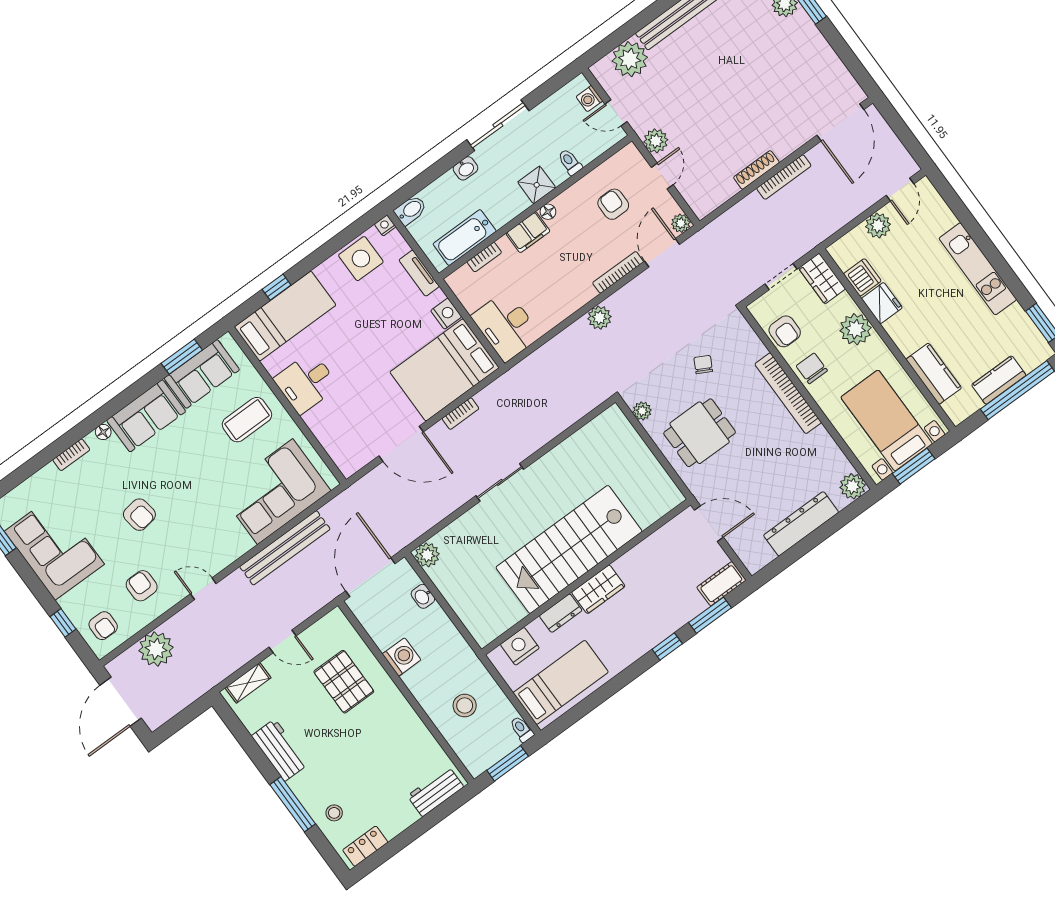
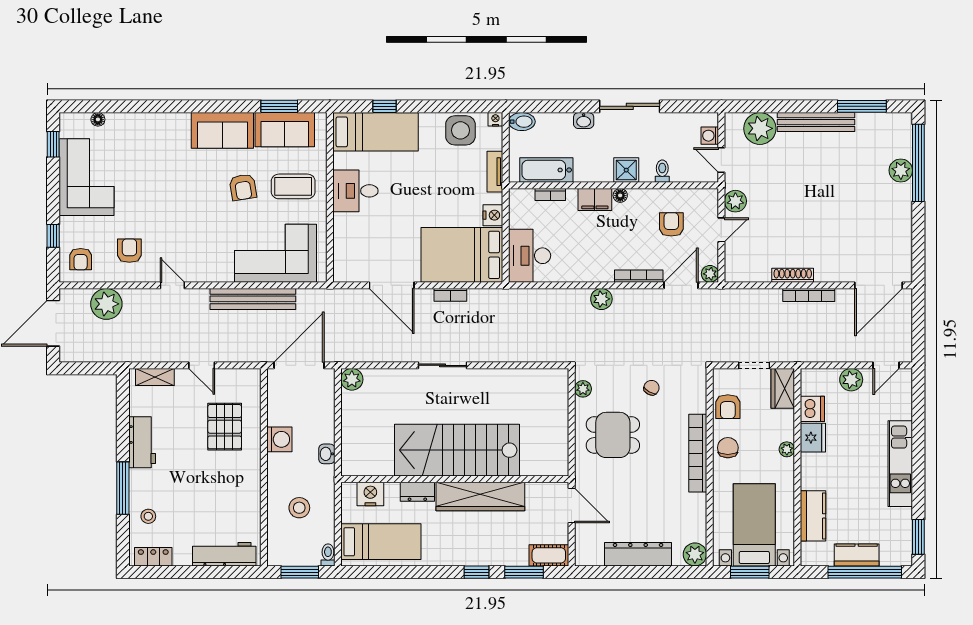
plant: (856, 329) -> (787, 449), width x0.53, depth x0.53
floor lamp: (103, 432) -> (98, 119), moved
bookcase: (71, 455) -> (148, 119), removed
armchair: (139, 515) -> (243, 187), moved
wardrobe: (598, 589) -> (480, 497), width x2.10, depth x1.17
washbasin: (423, 596) -> (327, 454), moved
workbench: (435, 791) -> (224, 554), width x1.38

